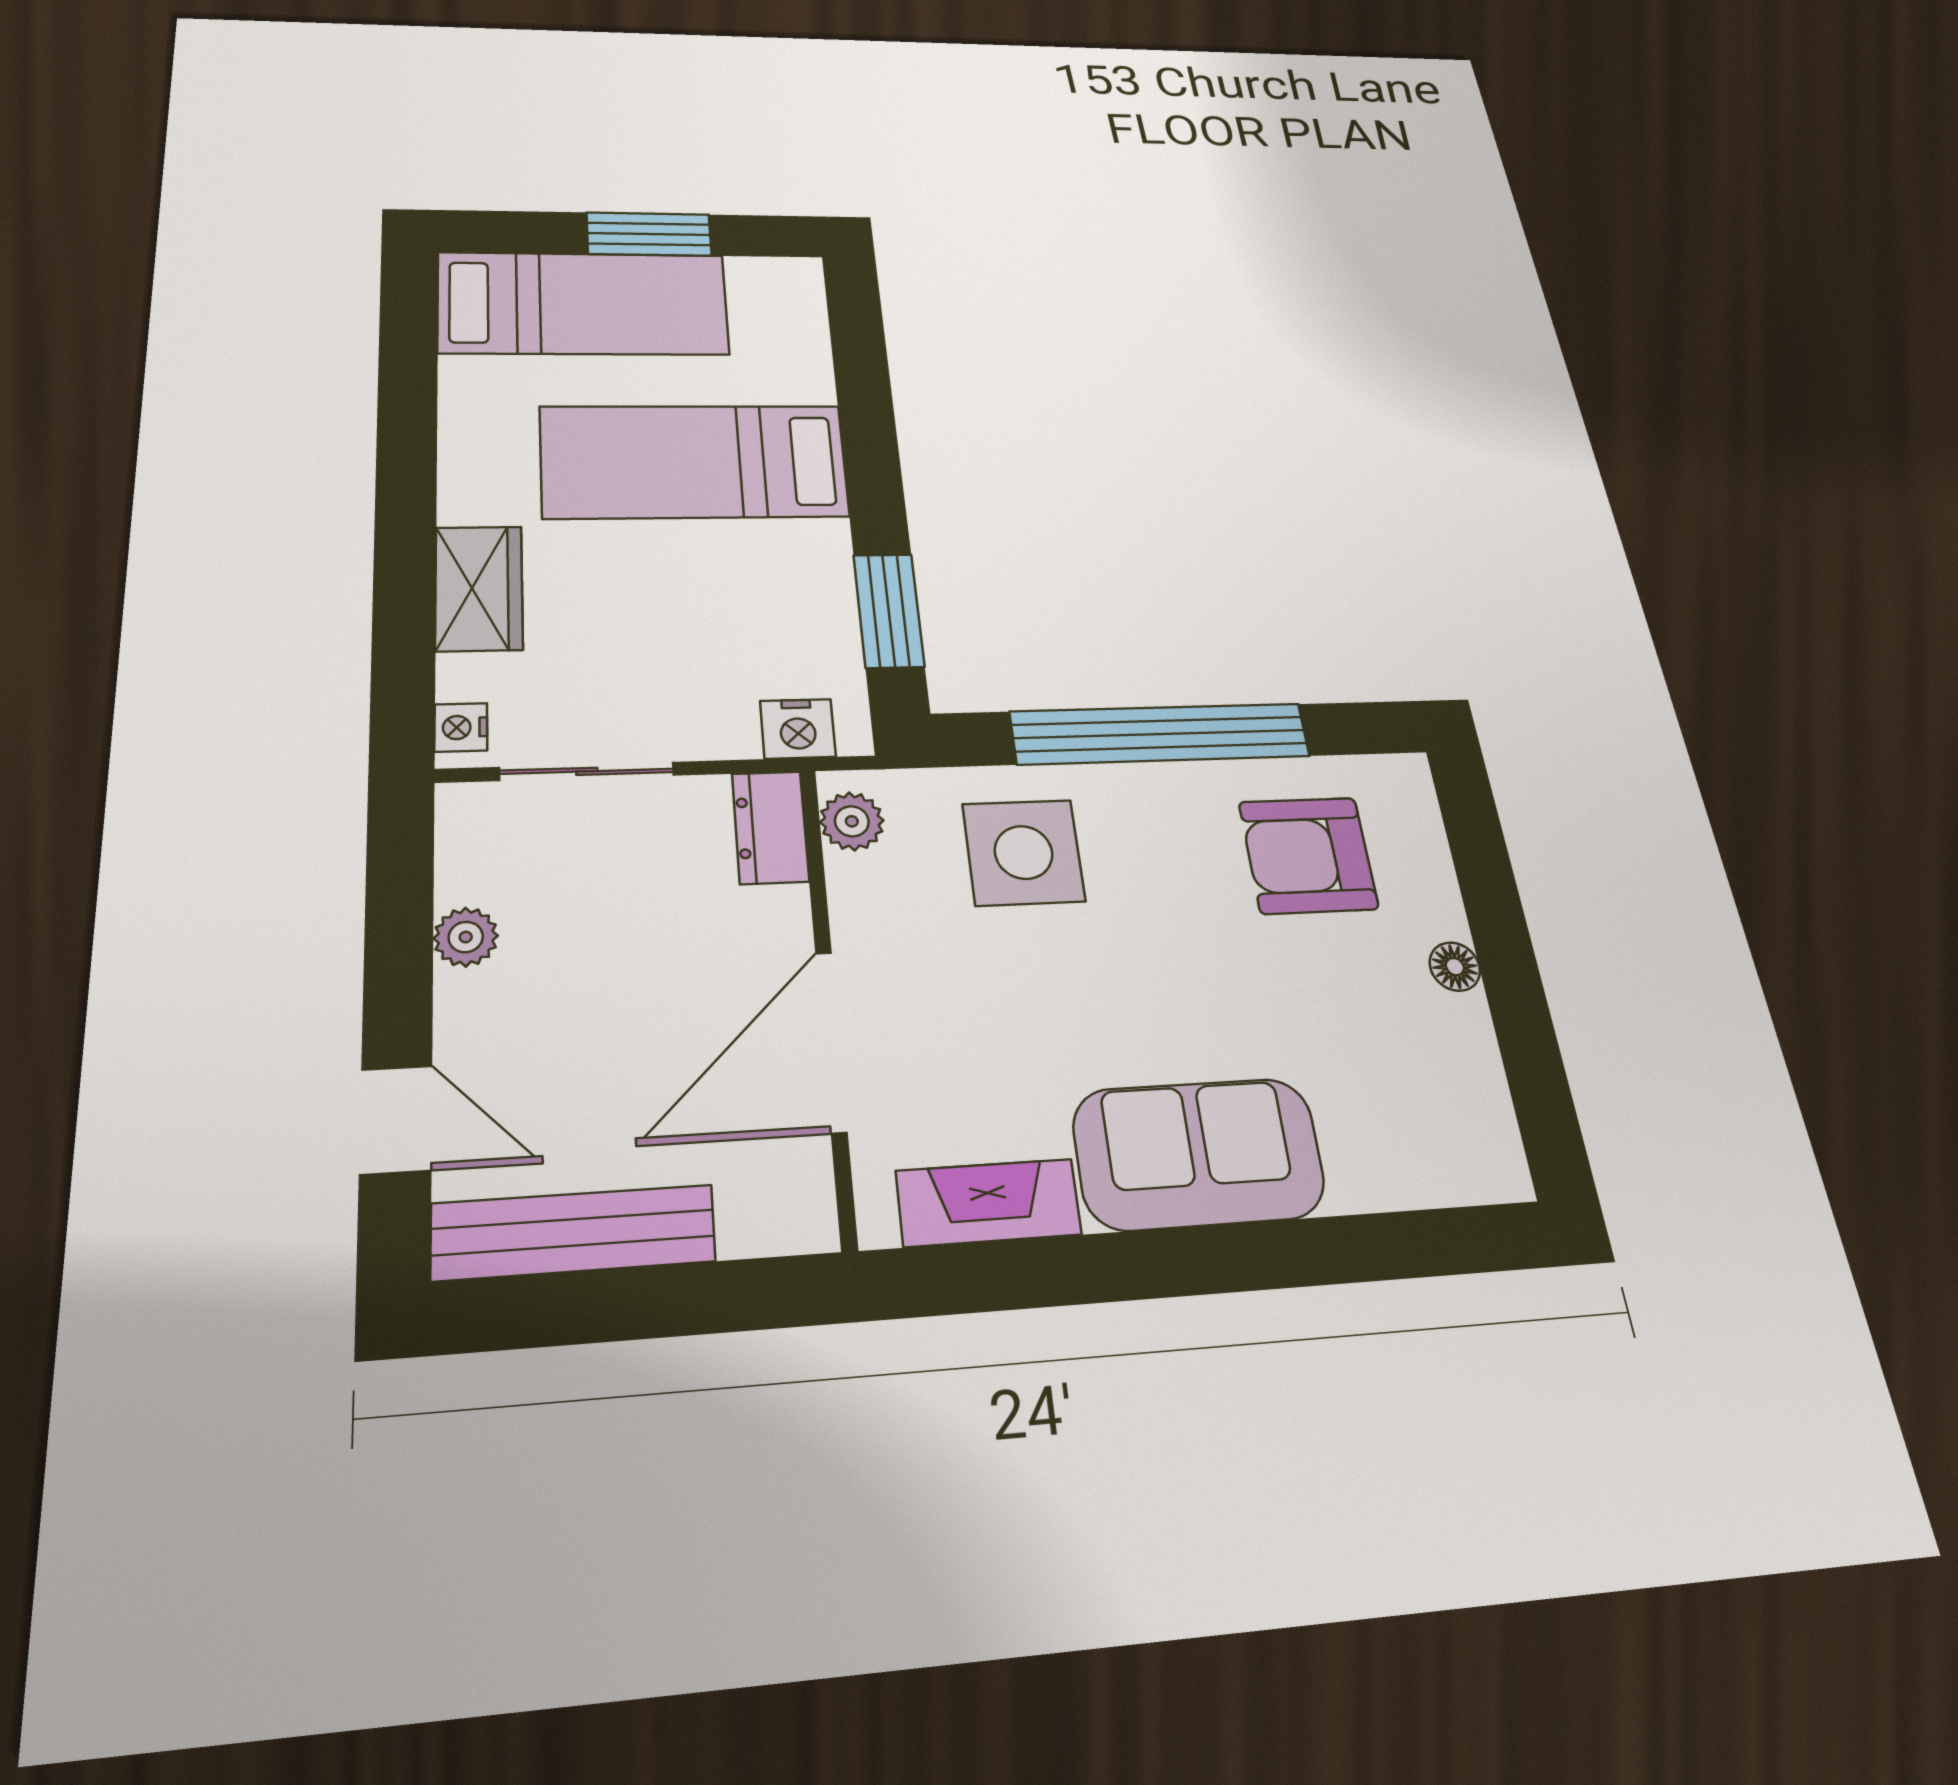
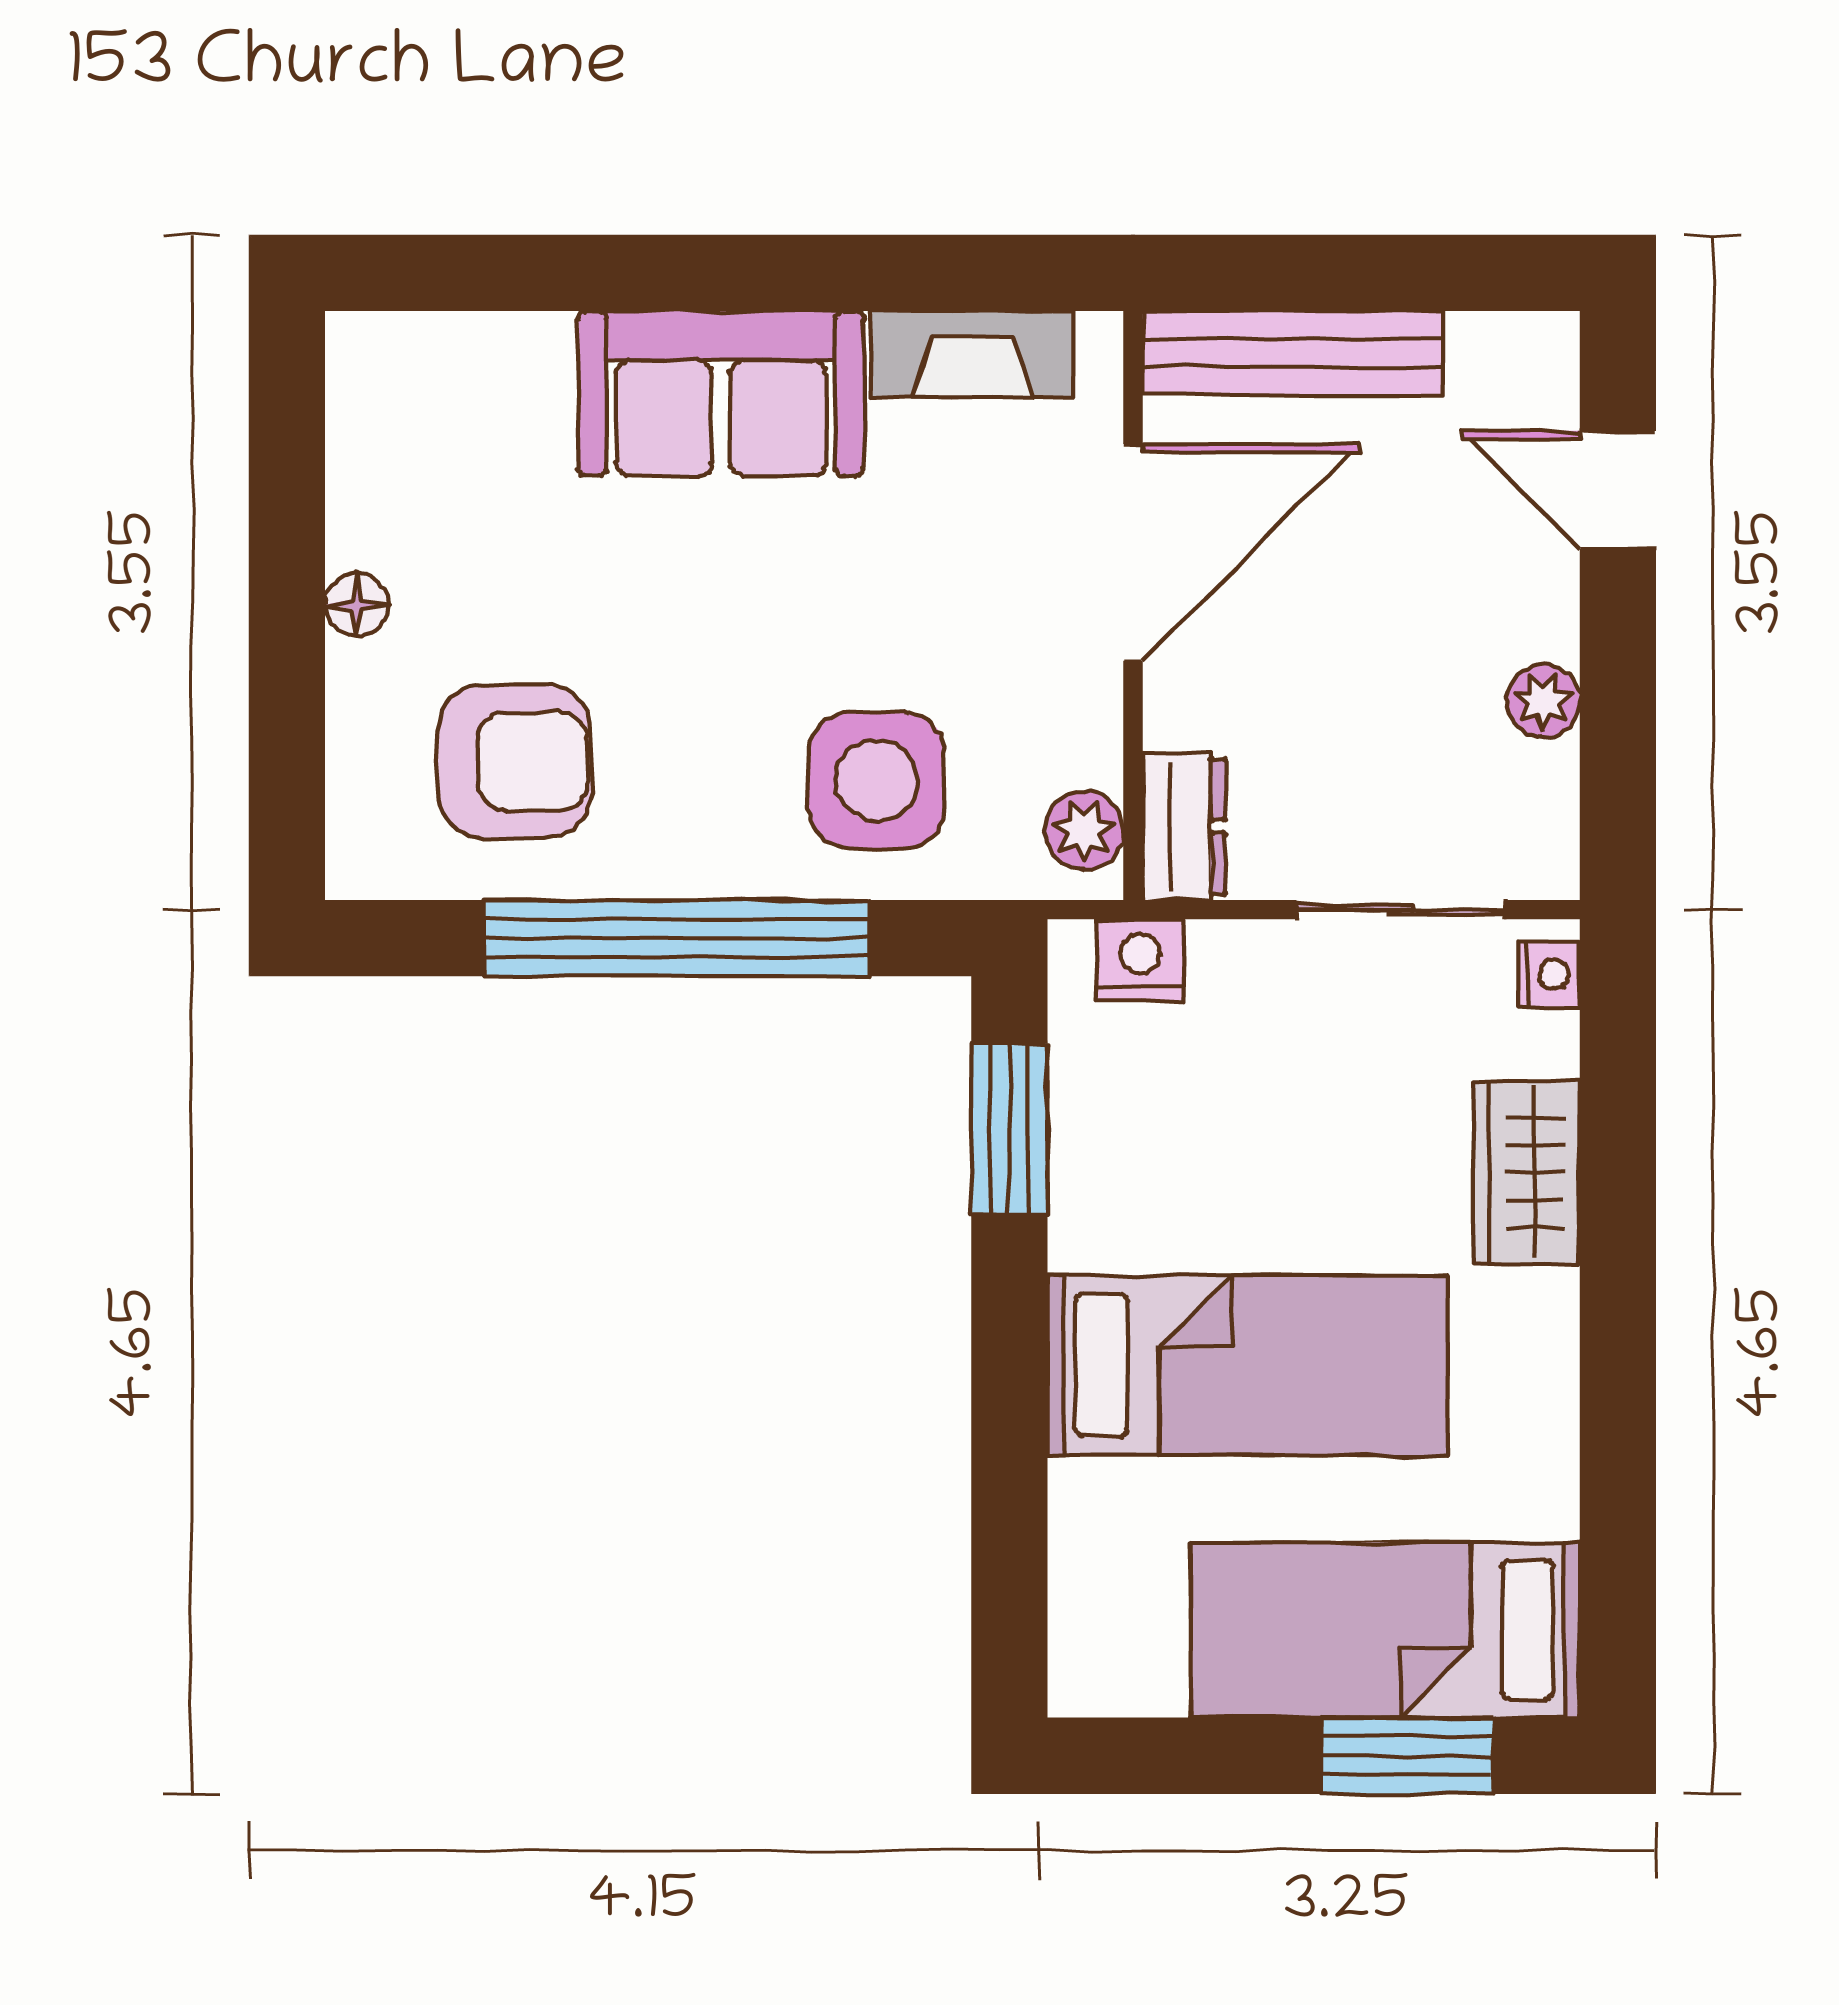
window: (649, 234) -> (1407, 1756), moved
bench: (574, 1233) -> (1293, 353), moved

